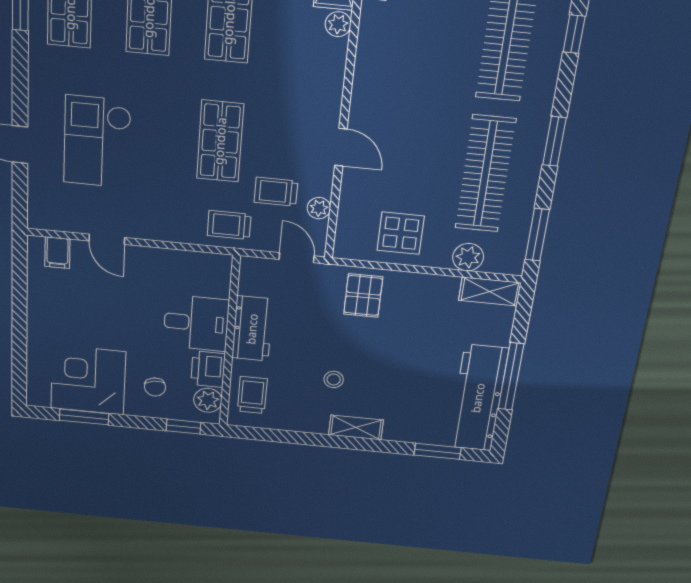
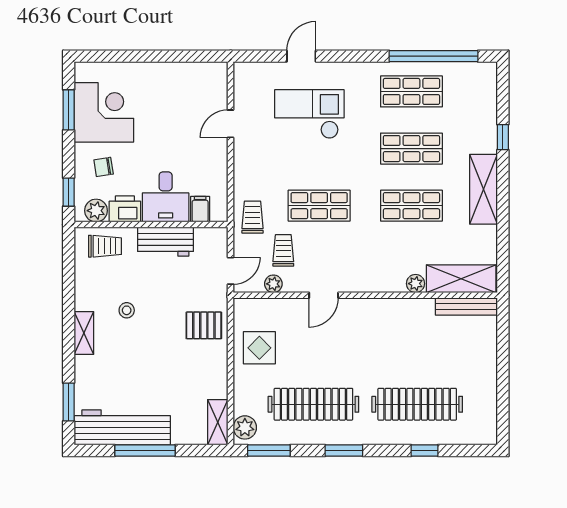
filing cabinet: (57, 253) -> (200, 209), moved, turned 90
plant: (468, 257) -> (245, 427), moved

